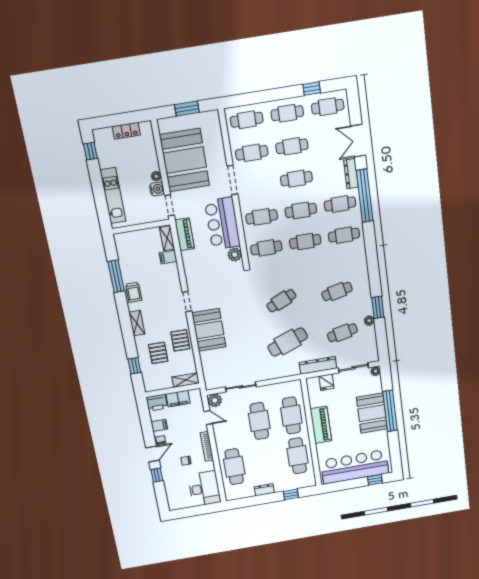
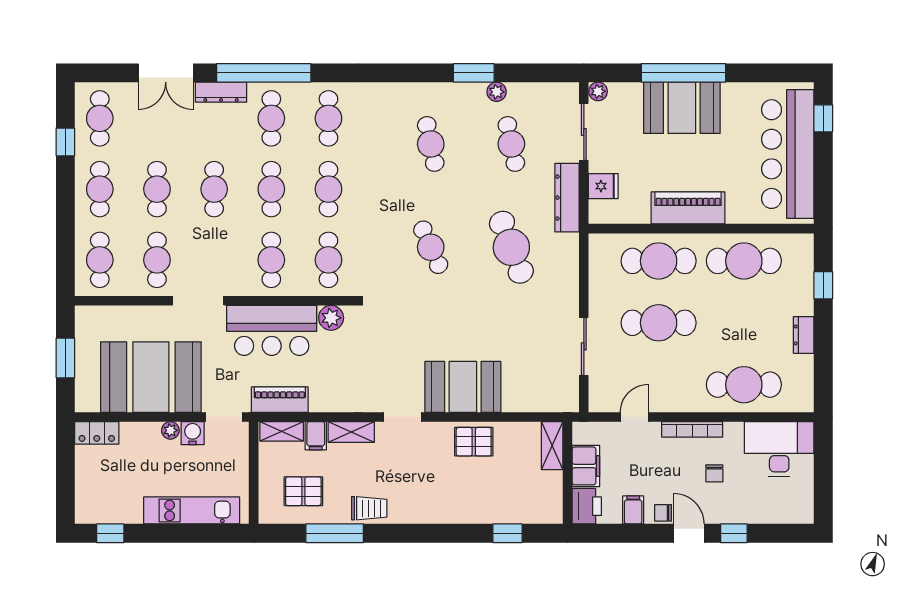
locker: (126, 131) -> (97, 433), moved, turned 90
shelving: (137, 323) -> (351, 432), moved
pallet: (158, 353) -> (303, 491), moved
plant: (215, 400) -> (602, 399), removed

